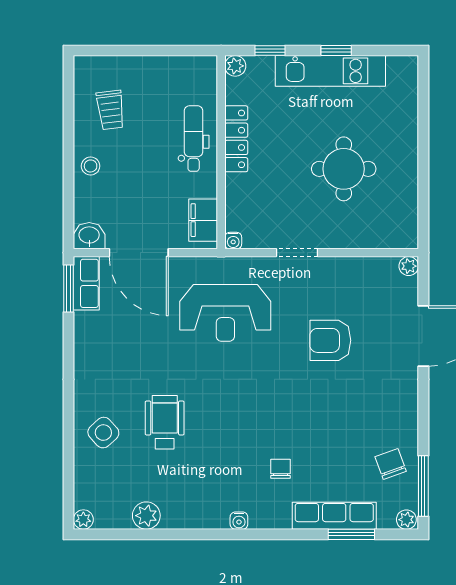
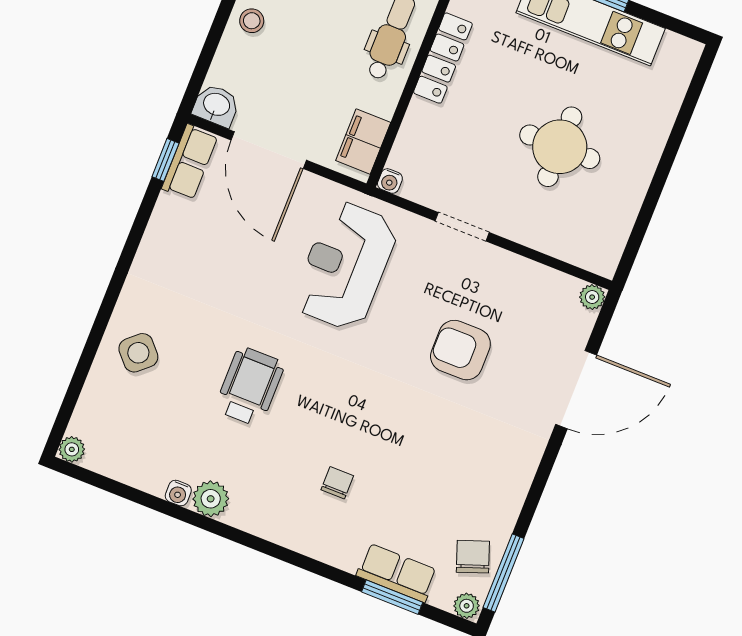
window: (68, 289) -> (165, 160), width x0.67
reception desk: (225, 313) -> (345, 266), turned 90
wheelchair: (165, 422) -> (250, 386), moved
chair: (391, 464) -> (473, 557), moved
plant: (146, 516) -> (211, 499), moved
row of seats: (334, 516) -> (397, 573), width x0.68
water cooler: (239, 521) -> (178, 493), moved

